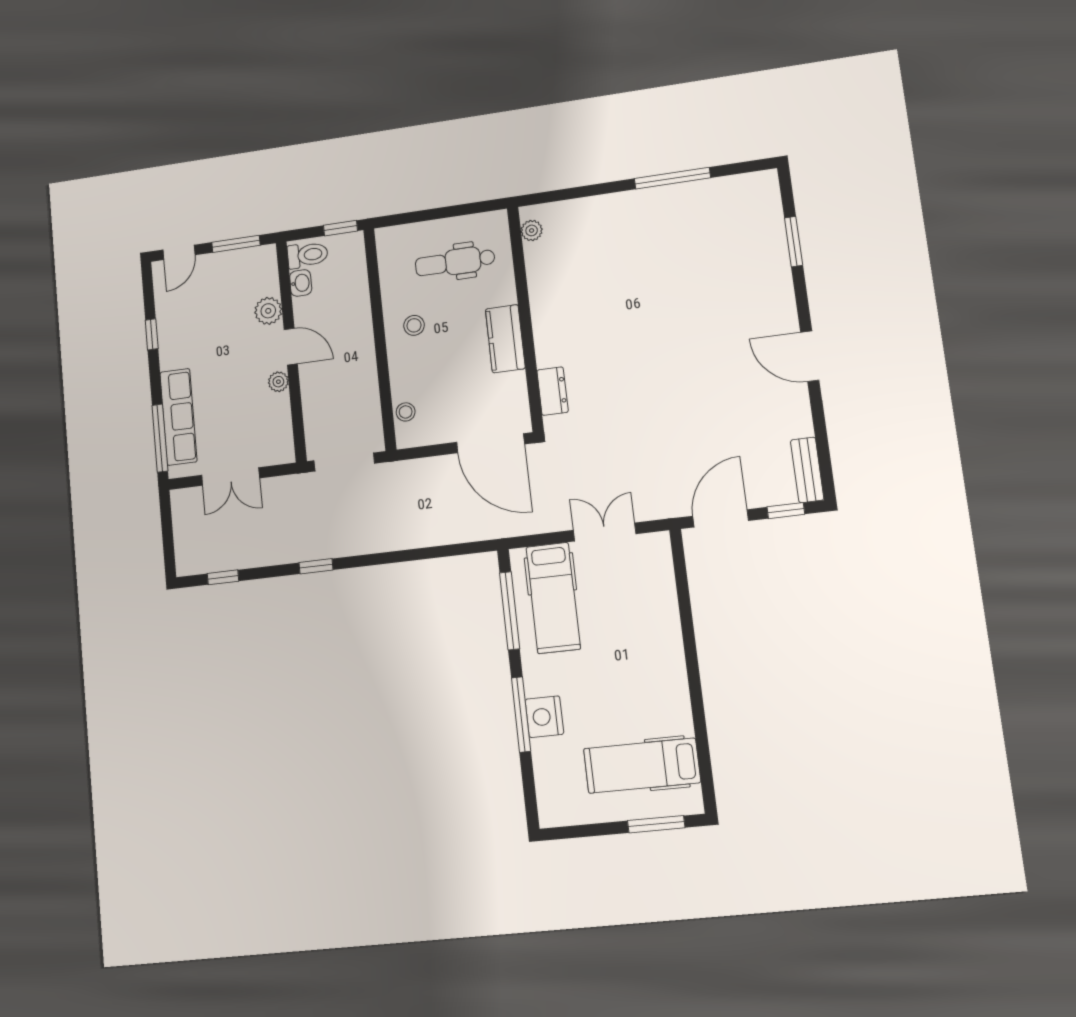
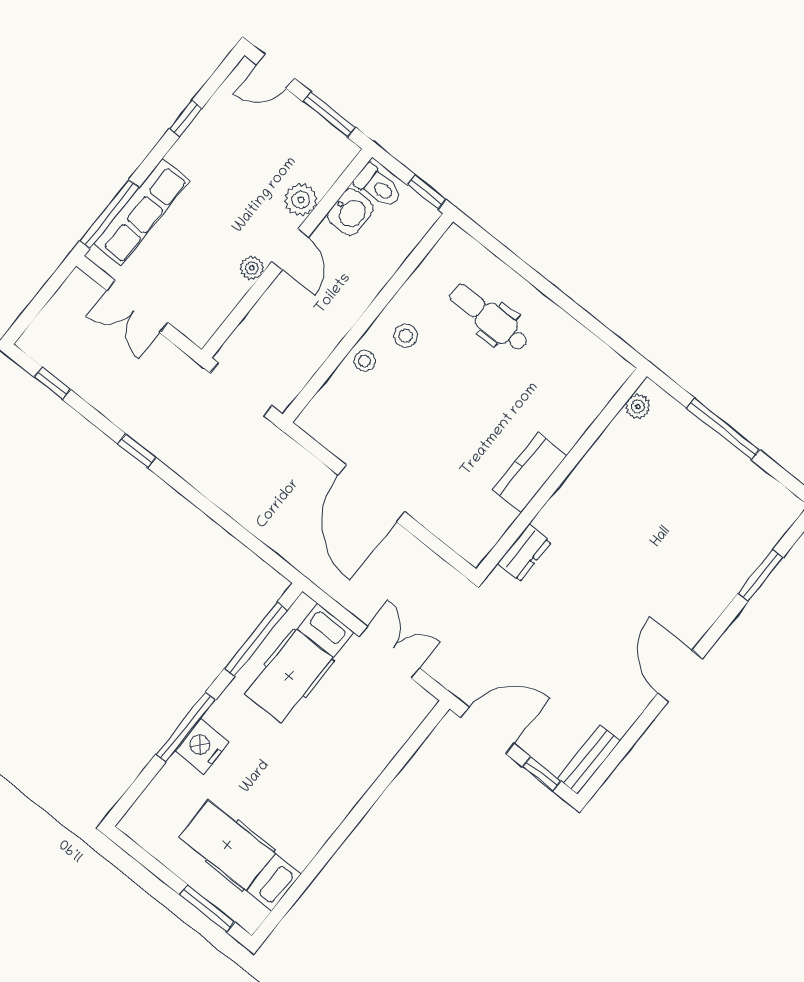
plant: (532, 230) -> (638, 407), moved
washbasin: (301, 283) -> (350, 212), width x1.38, depth x1.45
wall: (525, 318) -> (562, 473), moved
kitchen counter: (505, 339) -> (530, 473), moved
dresser: (553, 391) -> (524, 553), moved
stool: (406, 412) -> (365, 361), moved

